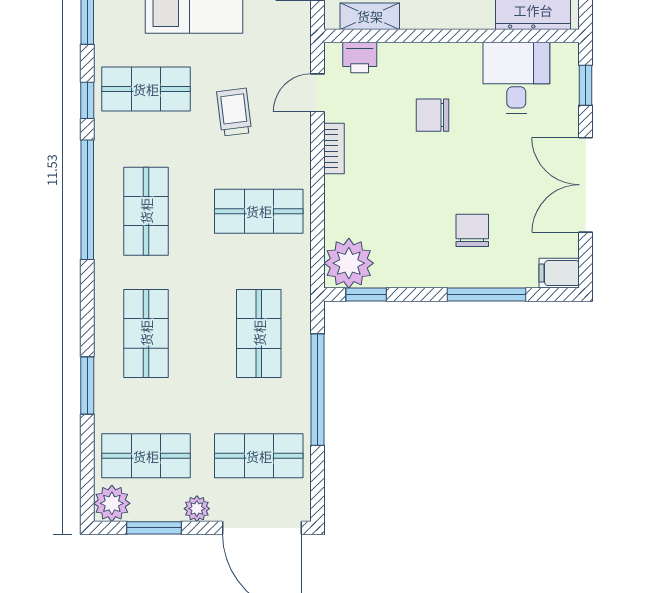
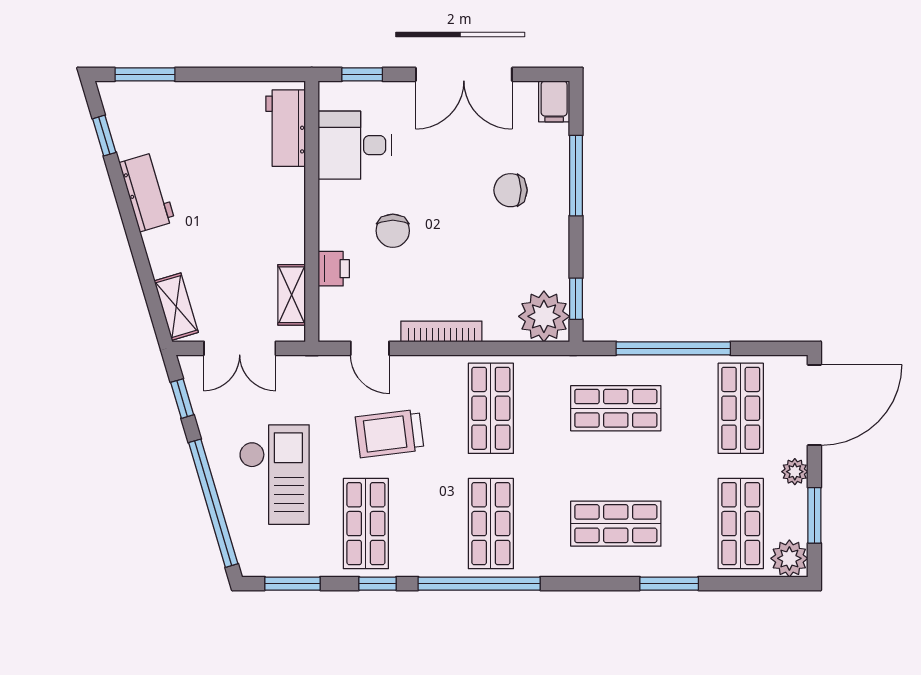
printer: (360, 58) -> (334, 269), moved
trolley: (234, 112) -> (390, 433), width x1.36, depth x1.39
bookcase: (334, 149) -> (441, 331), width x1.56
shop shelf: (146, 211) -> (491, 524), turned 90

